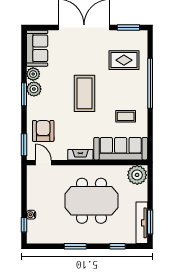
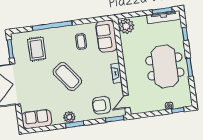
plant: (33, 74) -> (58, 119), removed
coffee table: (85, 93) -> (67, 77), turned 53
sofa: (121, 149) -> (106, 36), width x0.73
meeting table: (91, 201) -> (165, 66), moved

